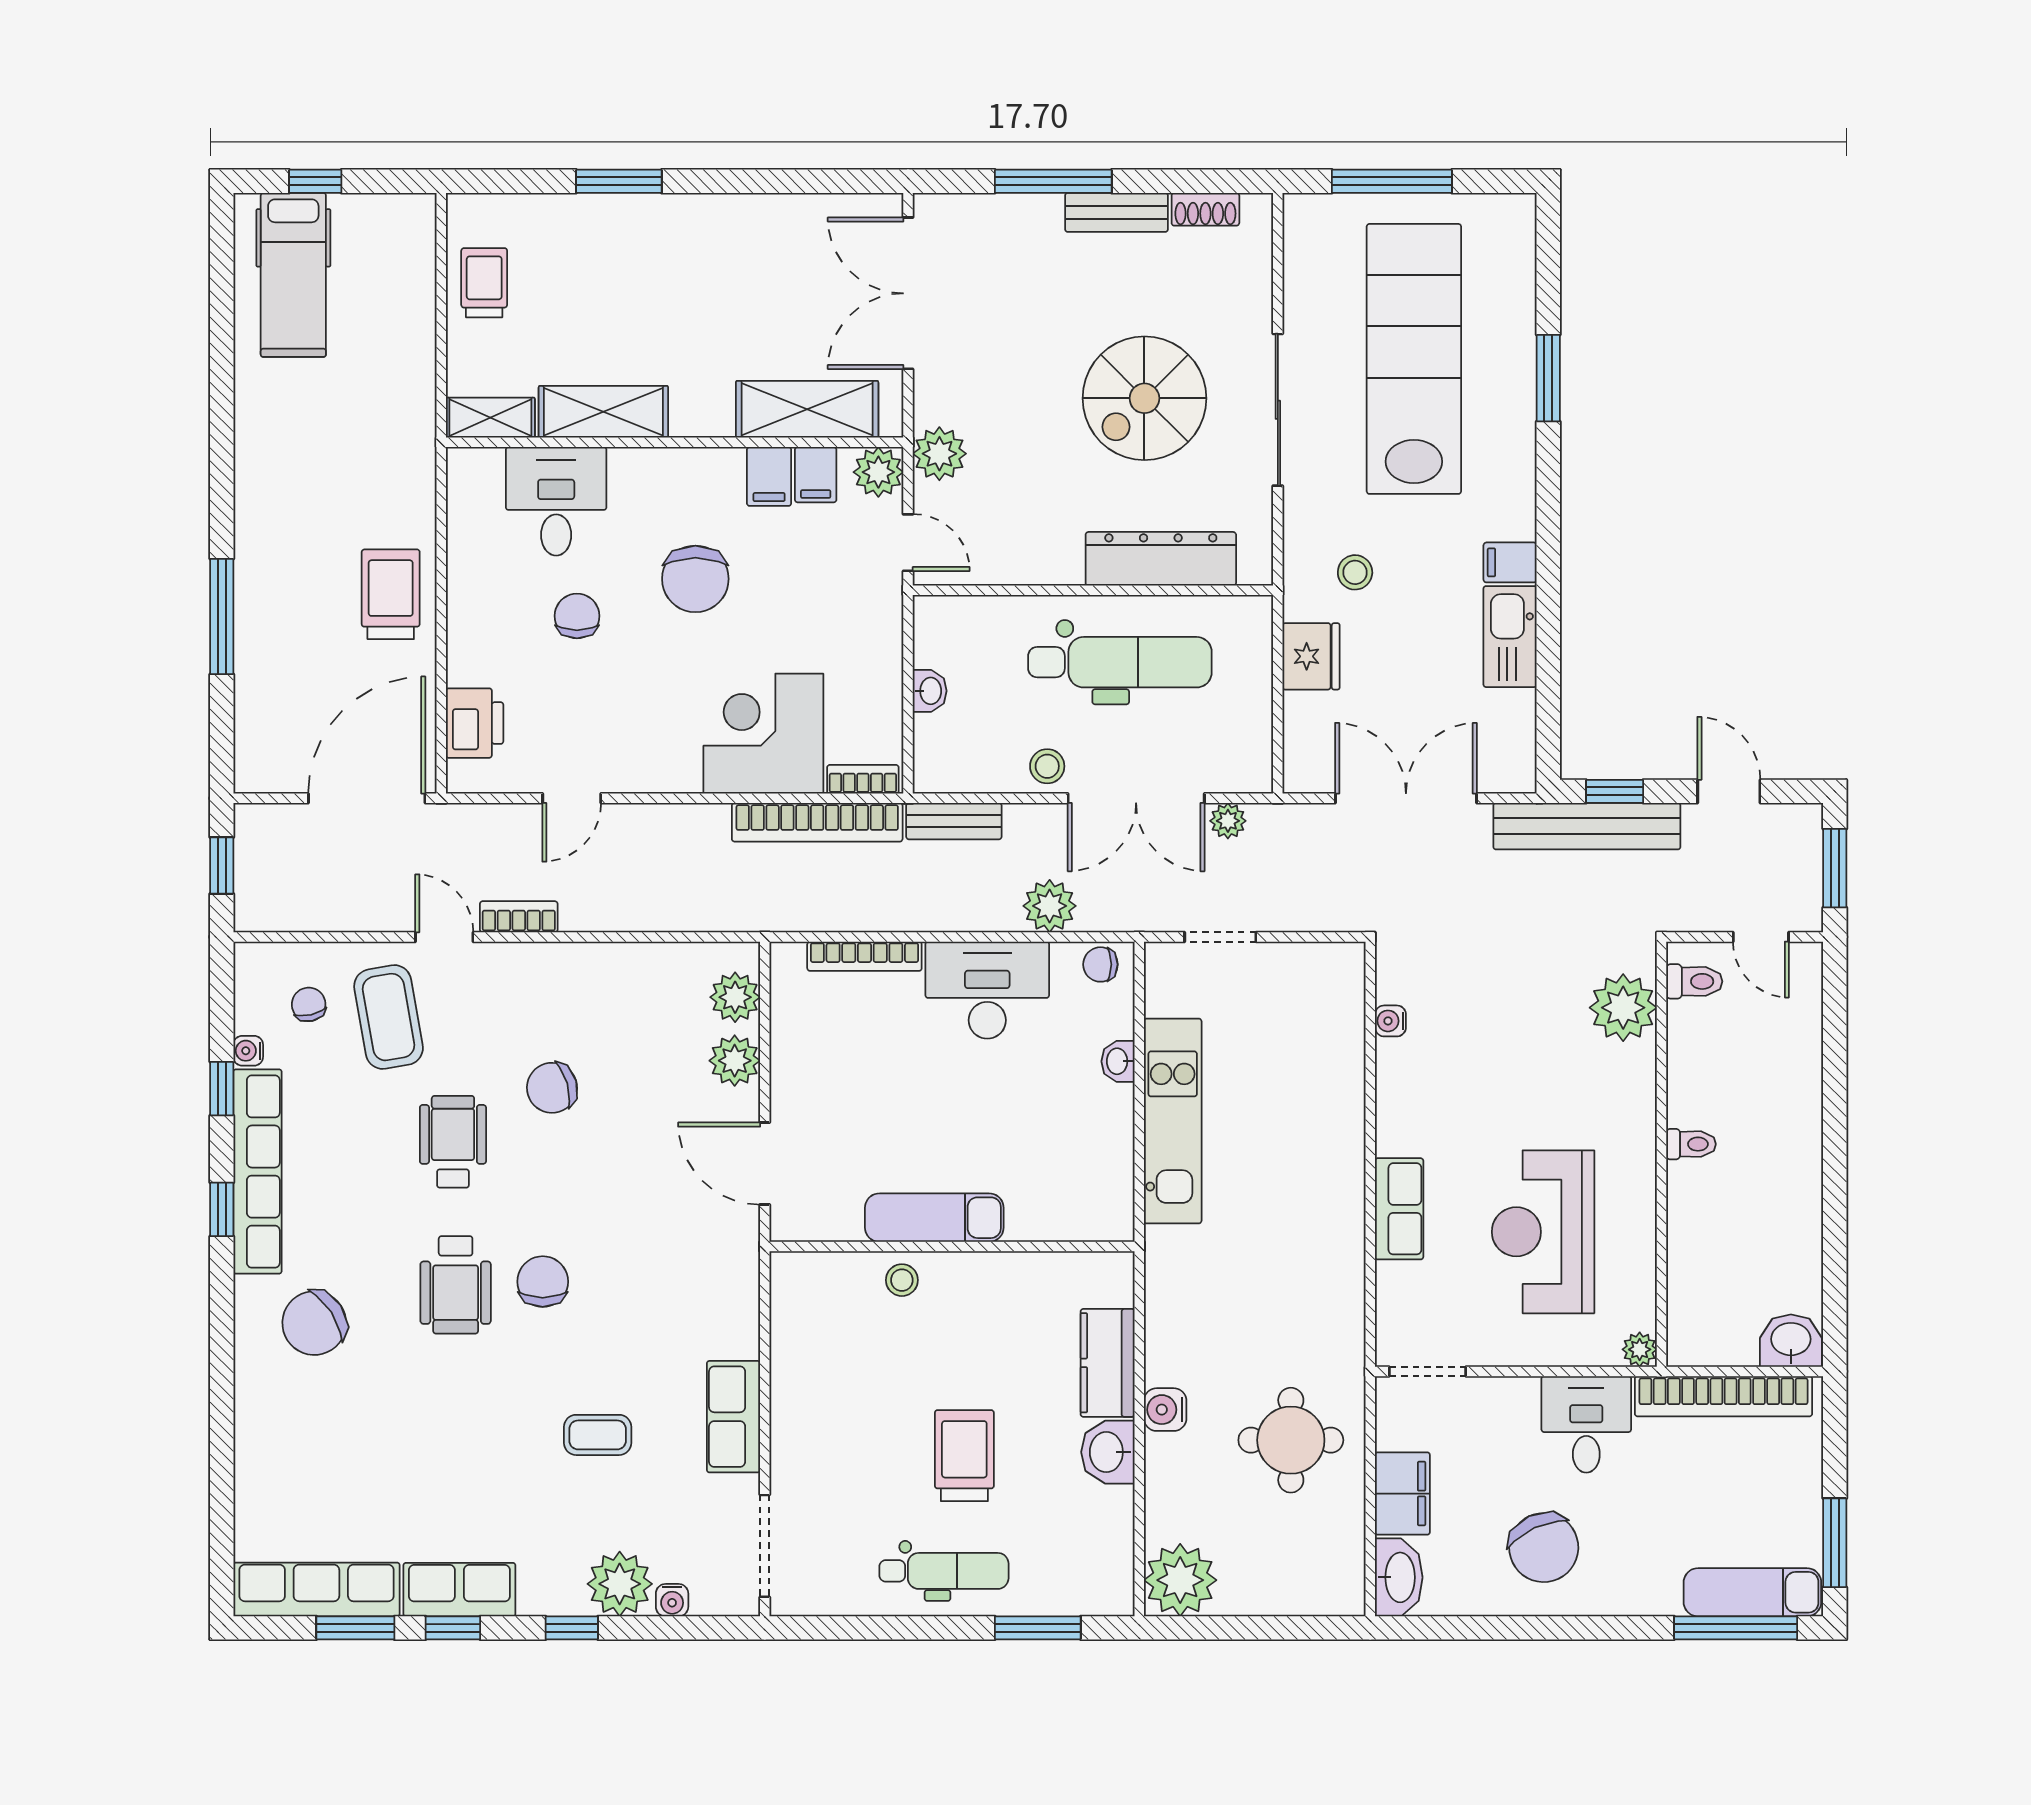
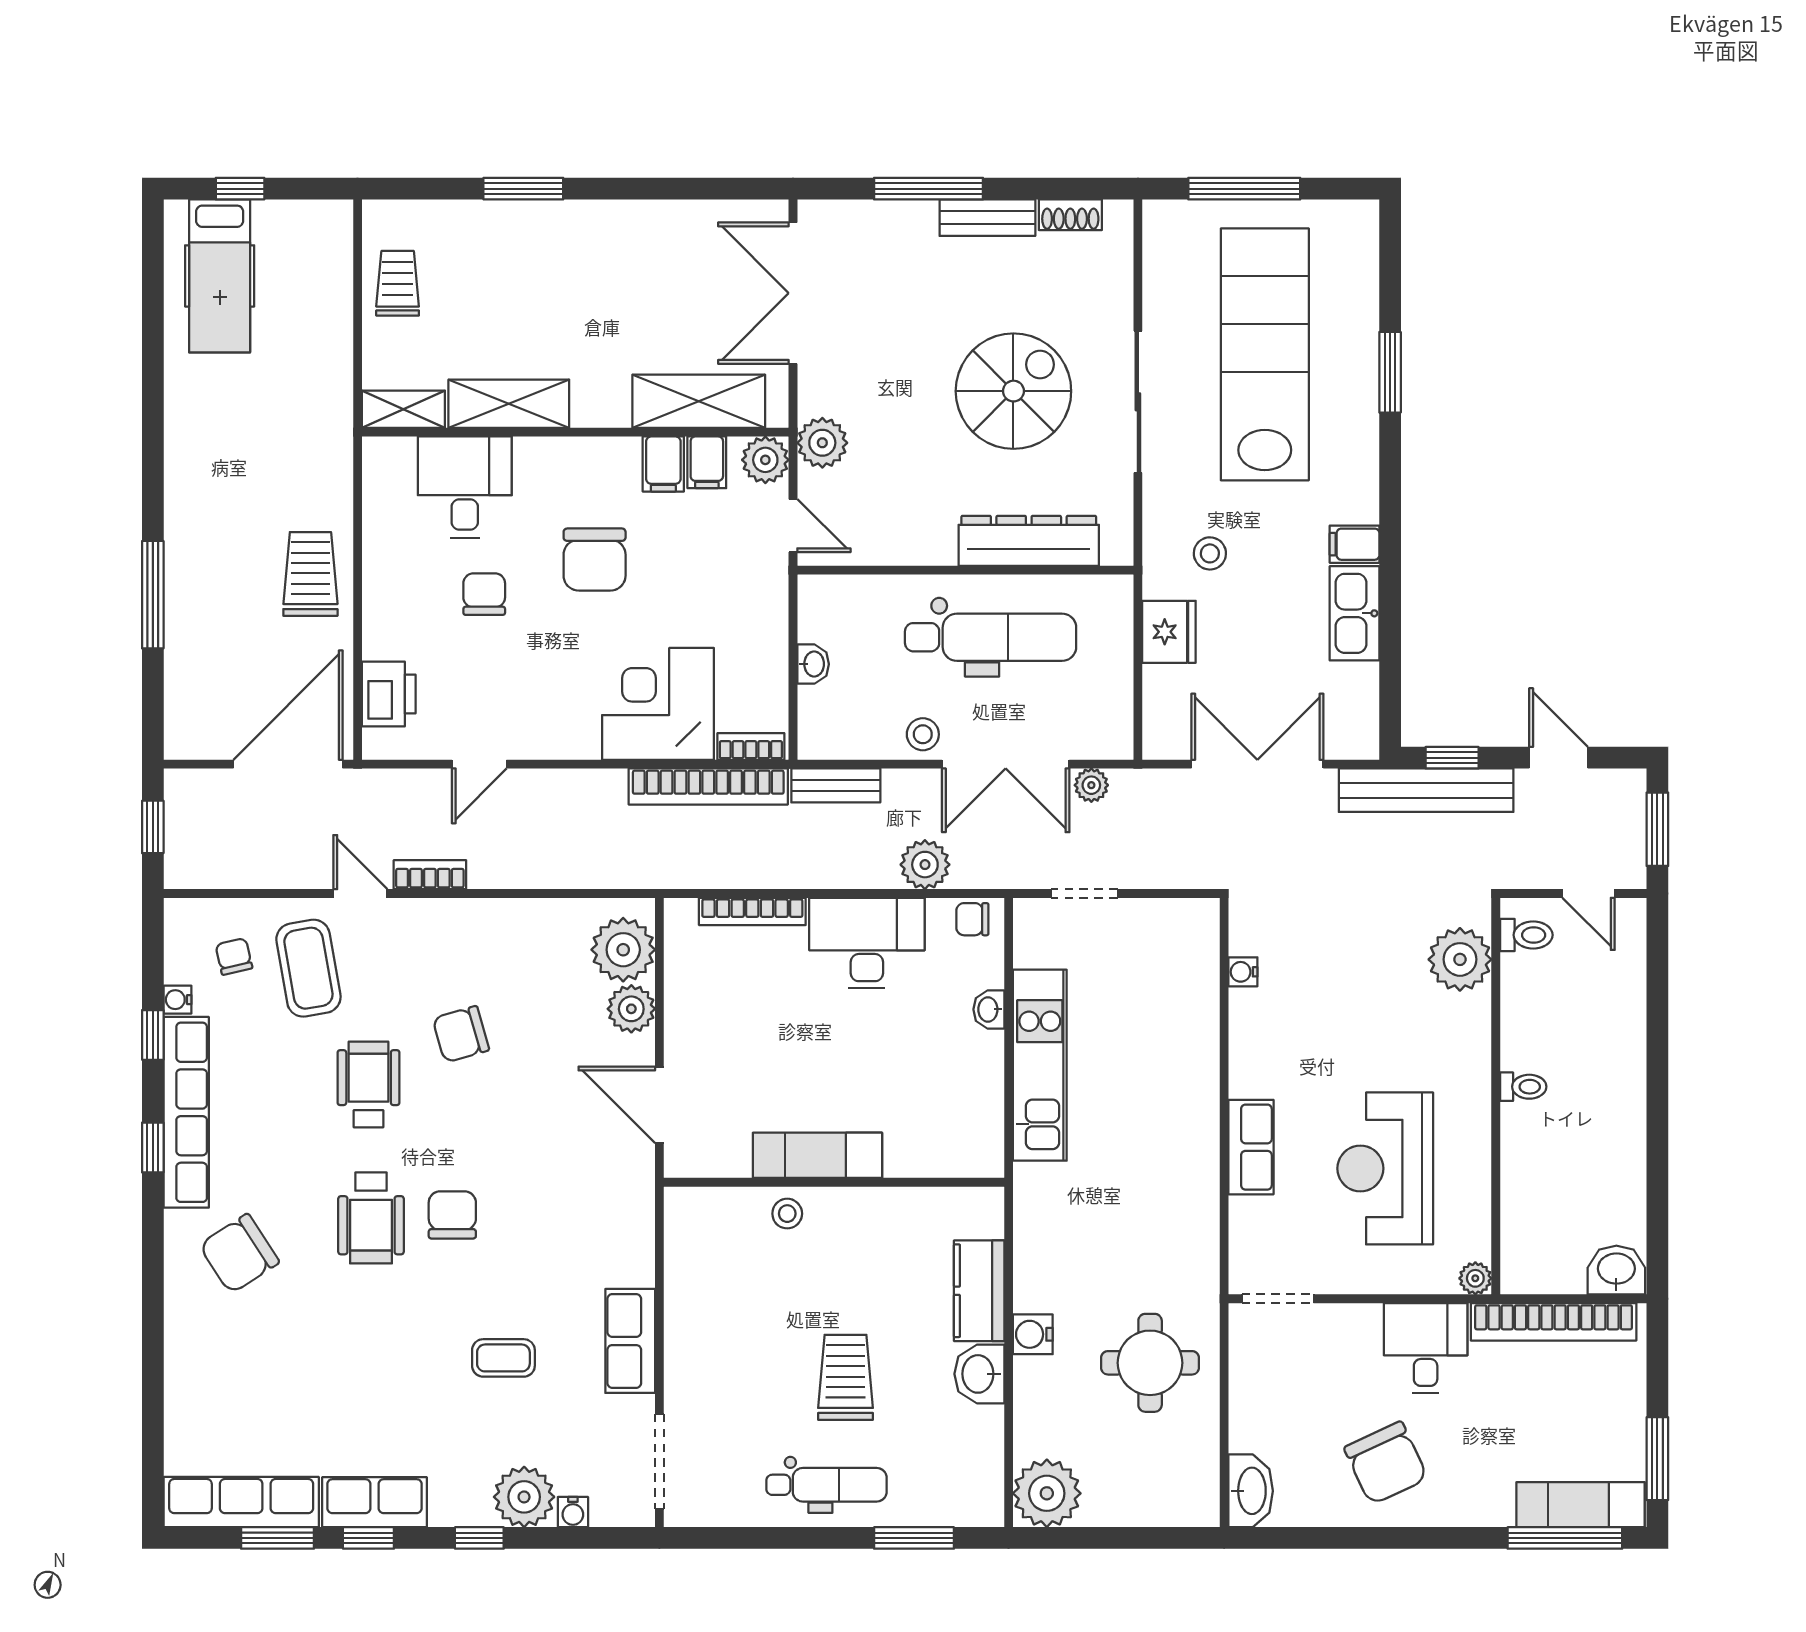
spiral stairs: (1144, 398) -> (1013, 391), turned 180
plant: (735, 997) -> (623, 950), width x1.36, depth x1.36
filing cabinet: (1402, 1494) -> (1254, 1413), removed

